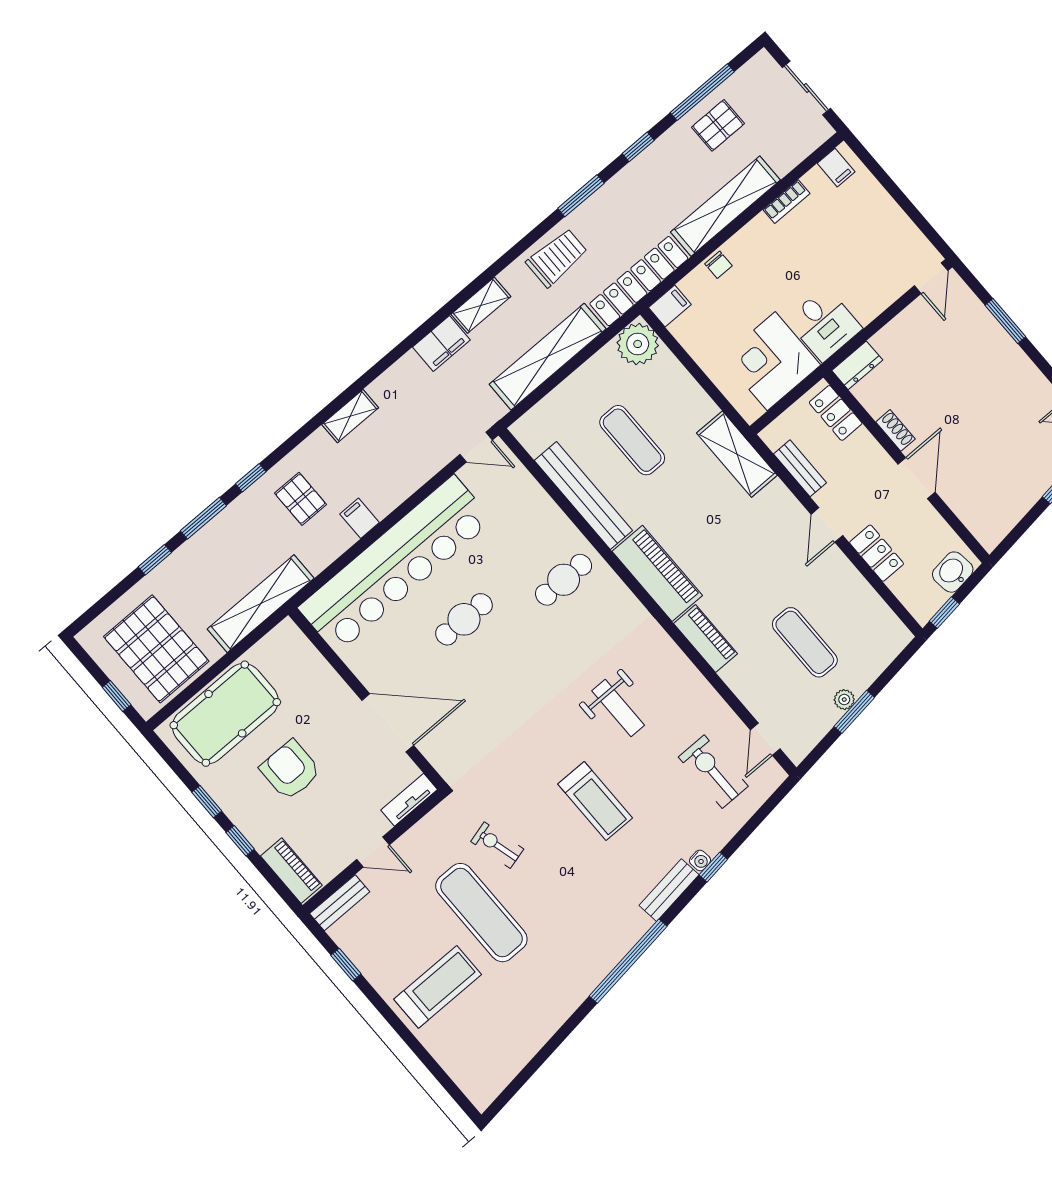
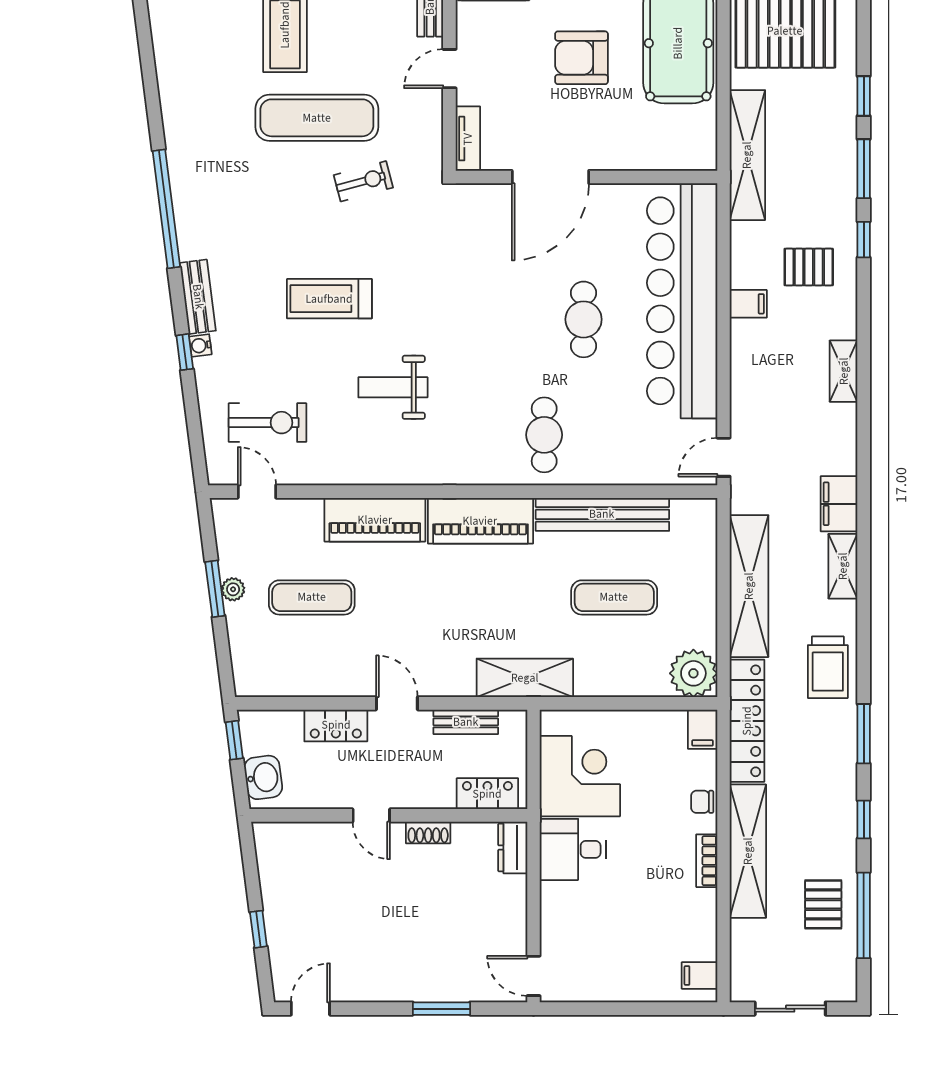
bookcase: (786, 202) -> (707, 861), moved
door: (916, 478) -> (371, 815), width x0.73
piano: (706, 639) -> (375, 520), width x1.37, depth x1.33
armchair: (290, 770) -> (581, 58), turned 180

